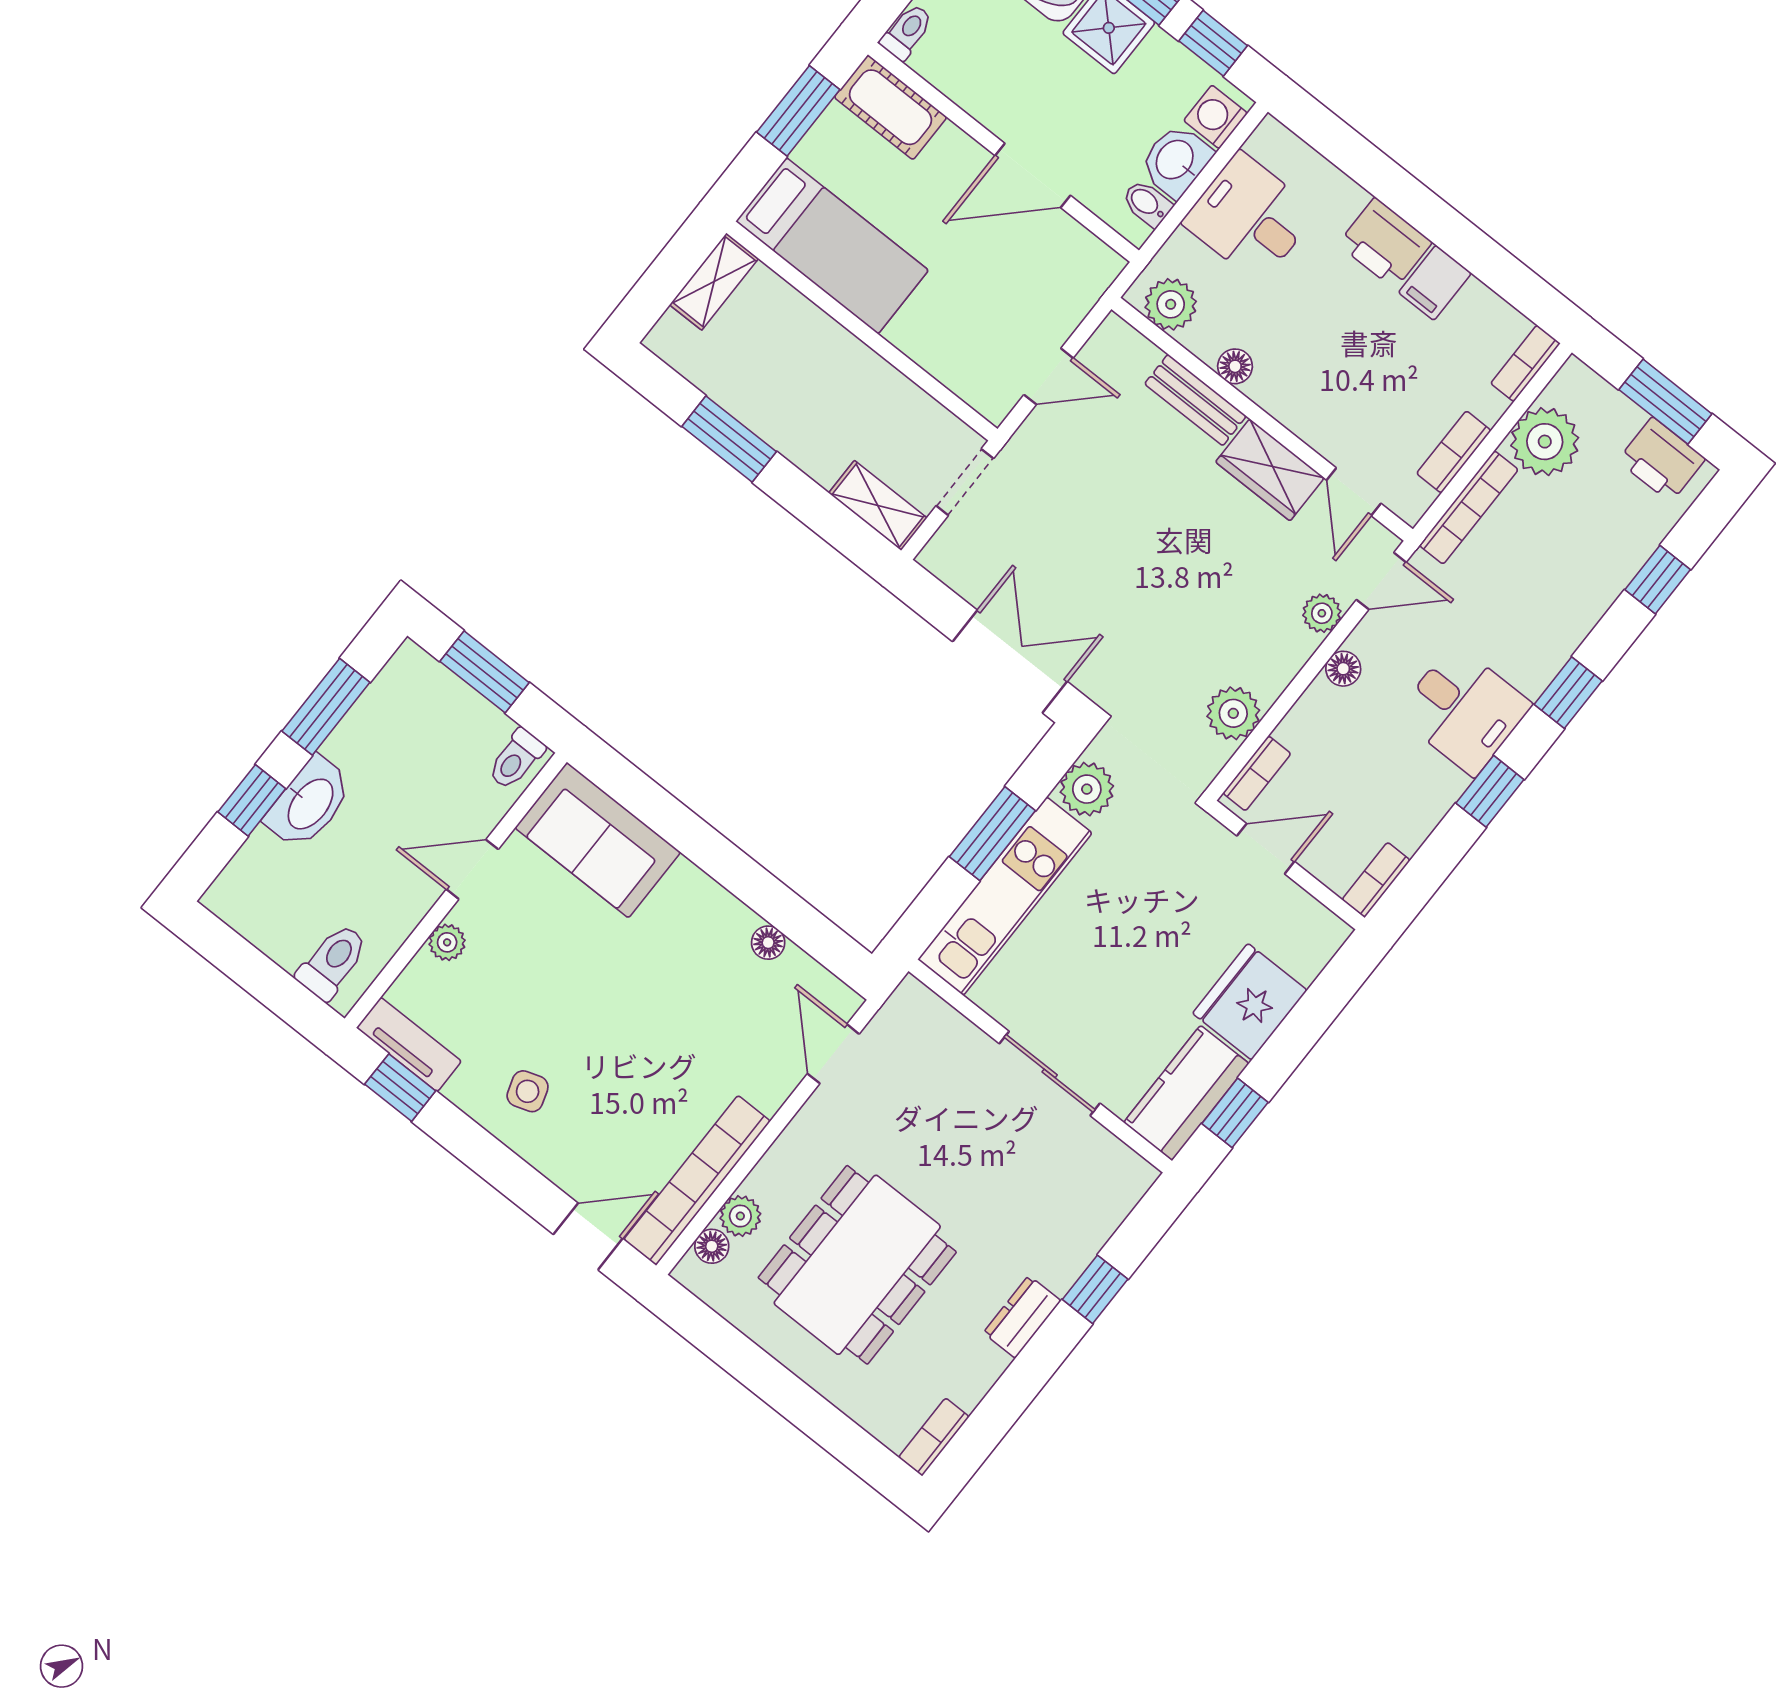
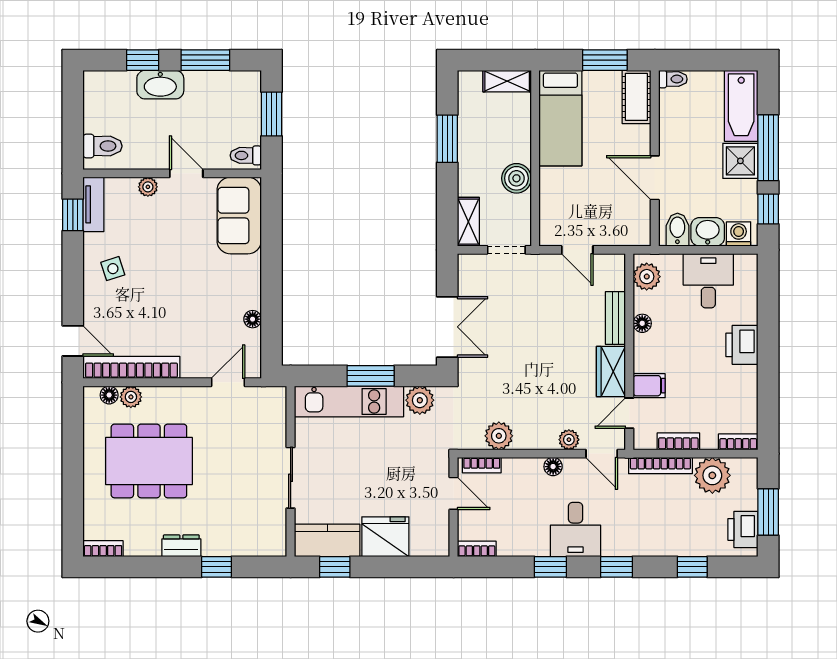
bidet: (1147, 203) -> (677, 230), width x1.38, depth x1.36
filing cabinet: (1435, 283) -> (649, 386), moved, turned 180
boiler: (870, 382) -> (516, 178), added

